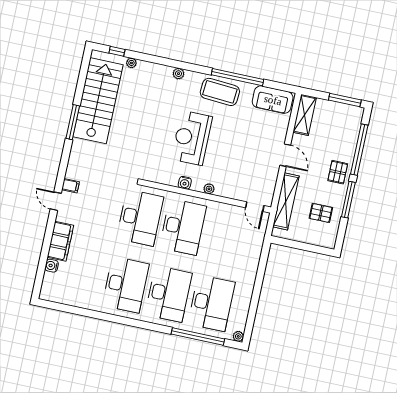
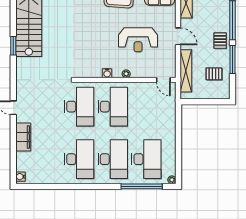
window: (73, 122) -> (13, 46), width x0.69
reception desk: (192, 138) -> (138, 40), moved, turned -90
filing cabinet: (70, 186) -> (22, 94), removed
water cooler: (52, 266) -> (20, 177), moved

